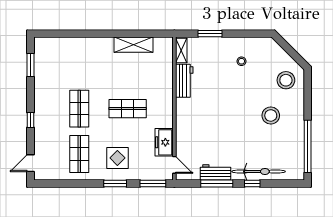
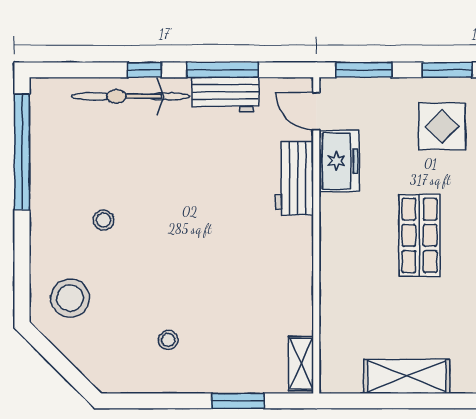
workbench: (184, 81) -> (294, 178), moved
shop shelf: (128, 109) -> (419, 235), turned 90
stool: (271, 115) -> (103, 220), width x0.53, depth x0.53

